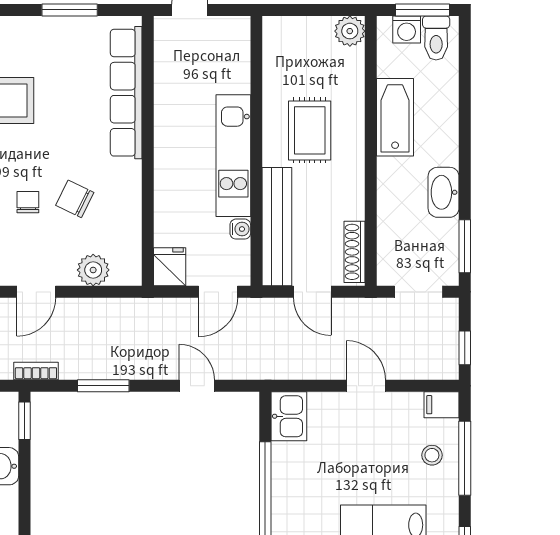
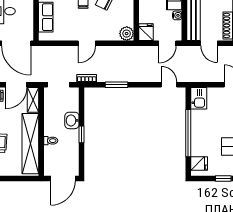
plant: (93, 270) -> (127, 34), moved
door: (197, 386) -> (169, 85), moved
window: (24, 421) -> (82, 134), moved

